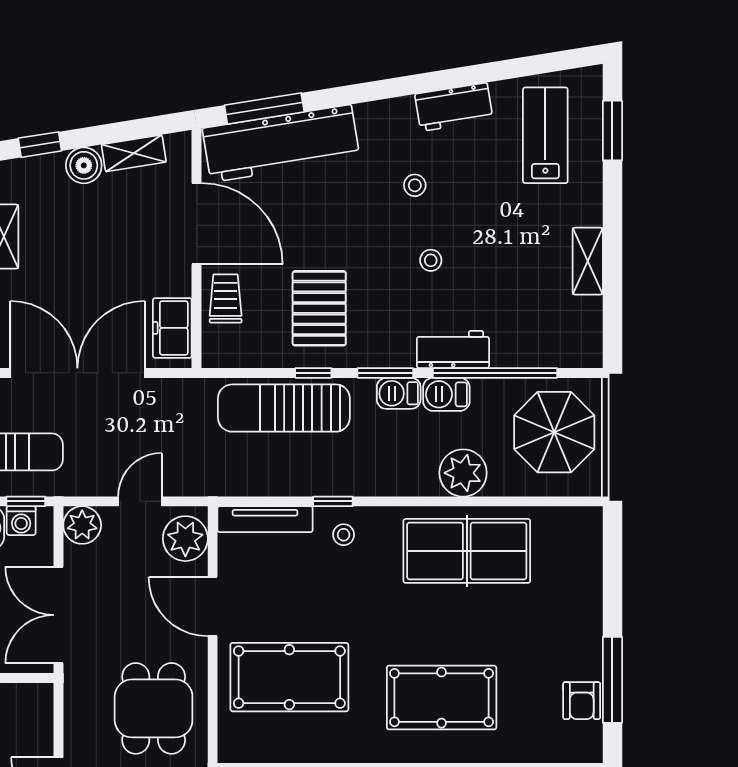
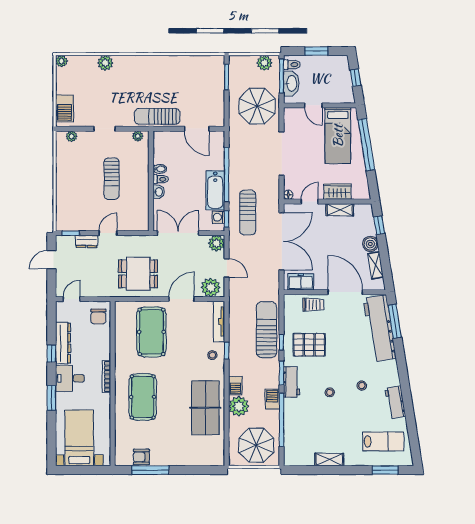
door: (197, 224) -> (345, 292), swing flipped
workbench: (453, 349) -> (292, 382), moved
barbecue: (399, 393) -> (235, 386), moved, turned 180

